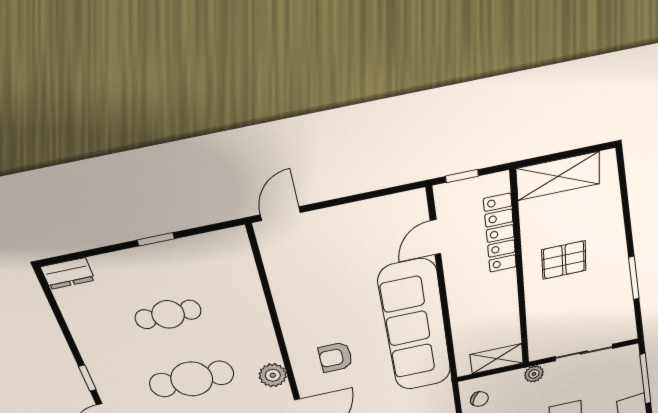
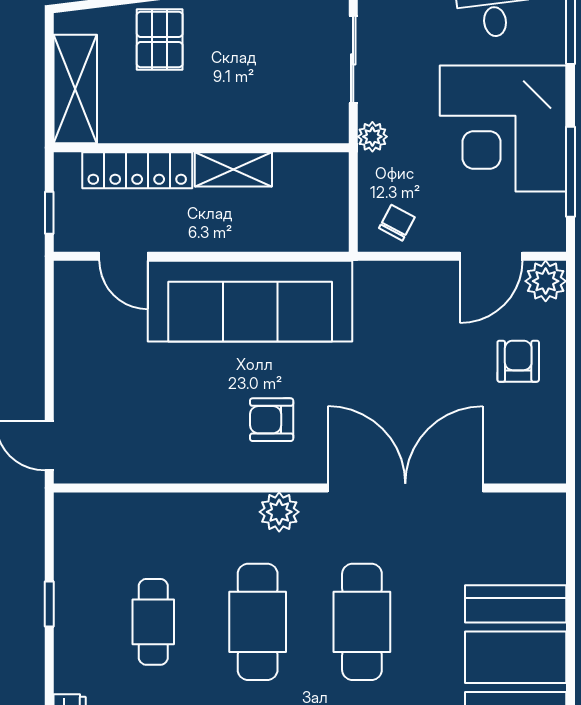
pallet: (564, 260) -> (160, 40), moved
armchair: (336, 357) -> (272, 420), turned 90
shelving: (497, 359) -> (233, 169), moved, turned 90

